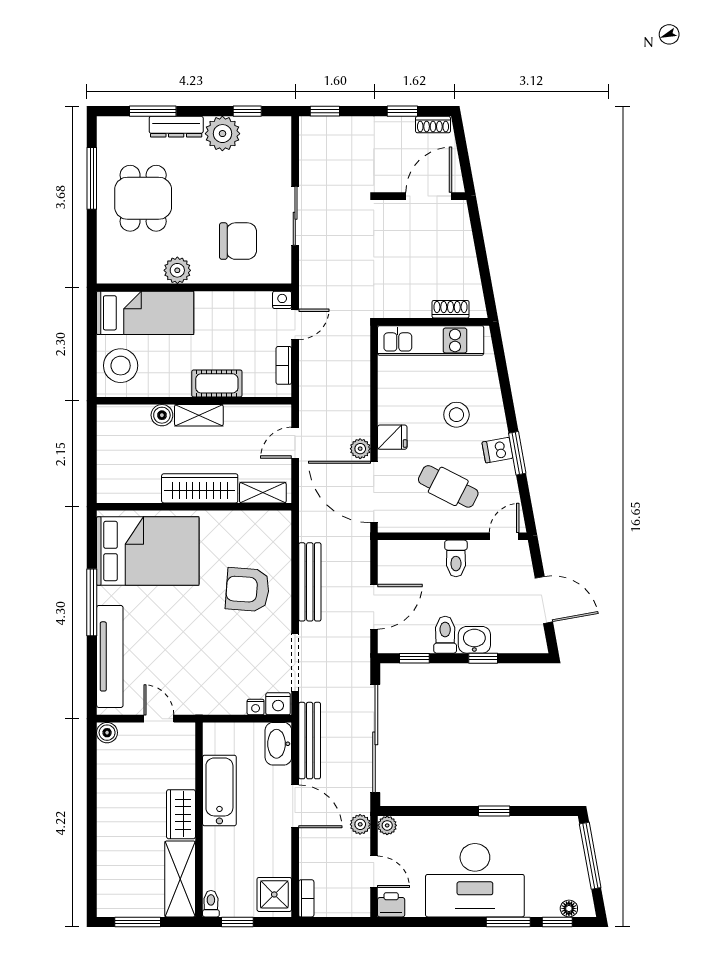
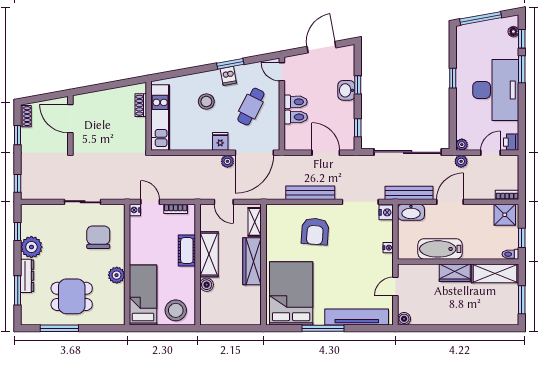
shelving: (199, 415) -> (209, 254), width x1.50, depth x1.33
toilet: (445, 635) -> (296, 117), moved, turned 180
nightstand: (256, 707) -> (388, 248), moved

